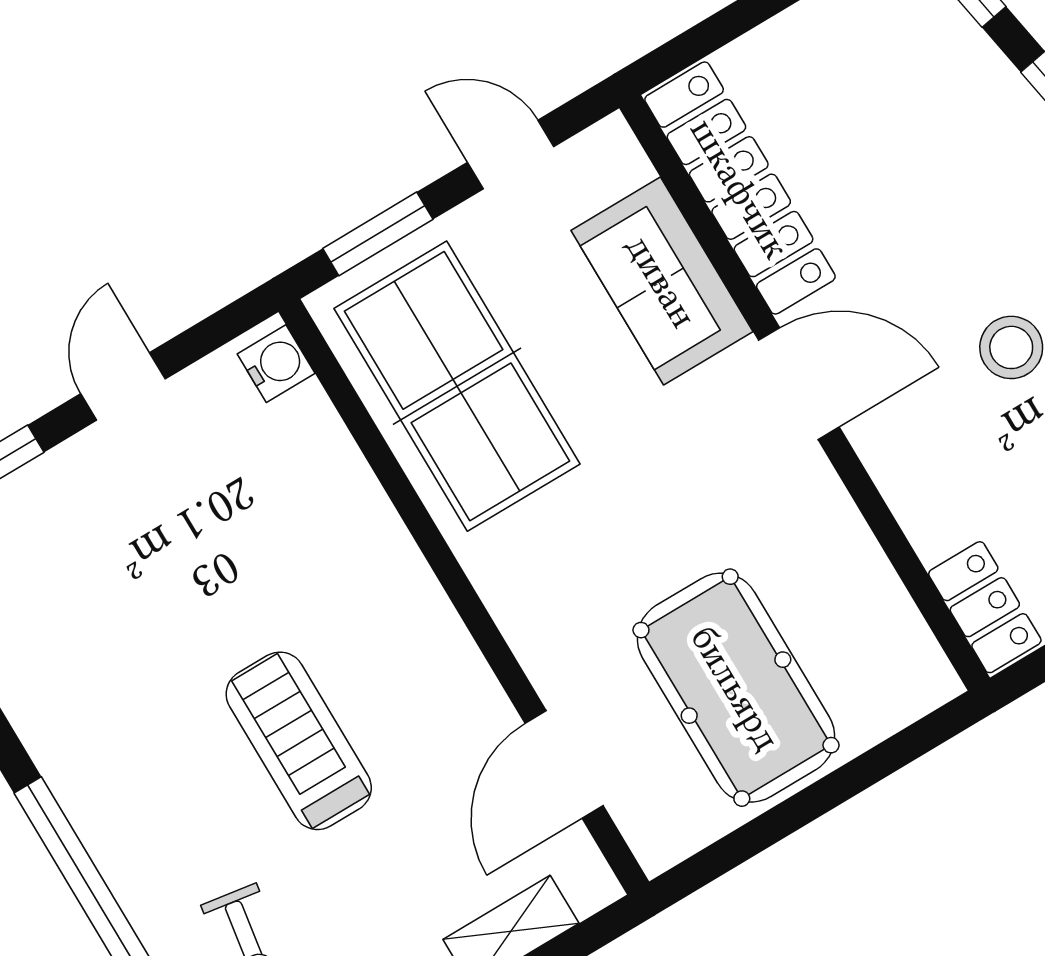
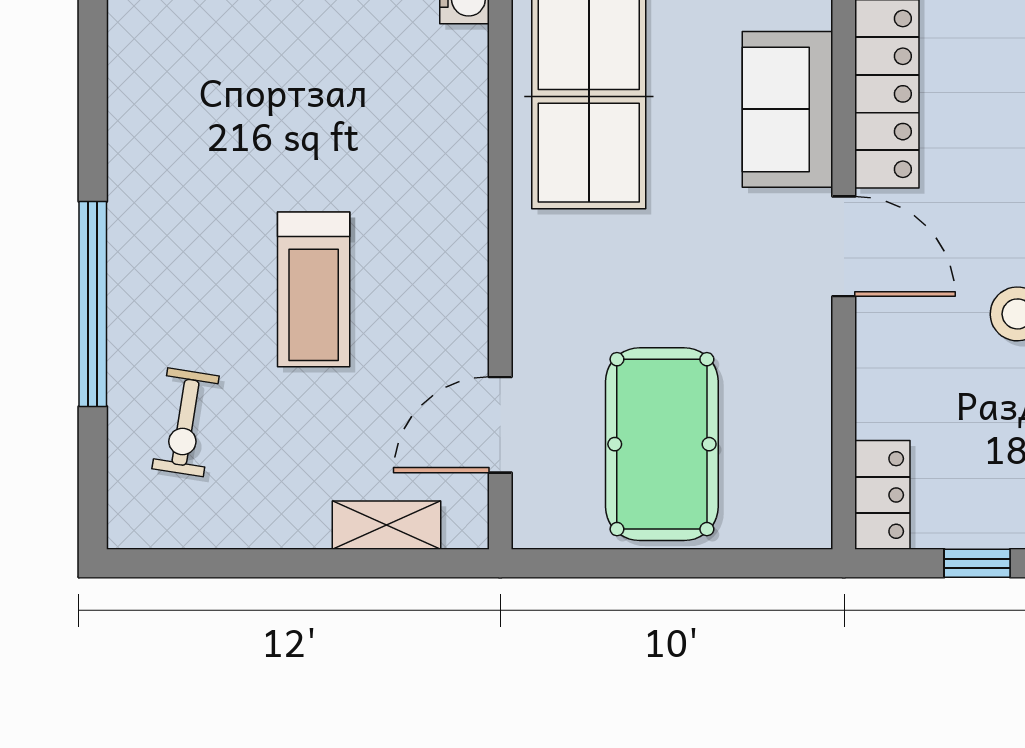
treadmill: (299, 741) -> (314, 289), turned 180

